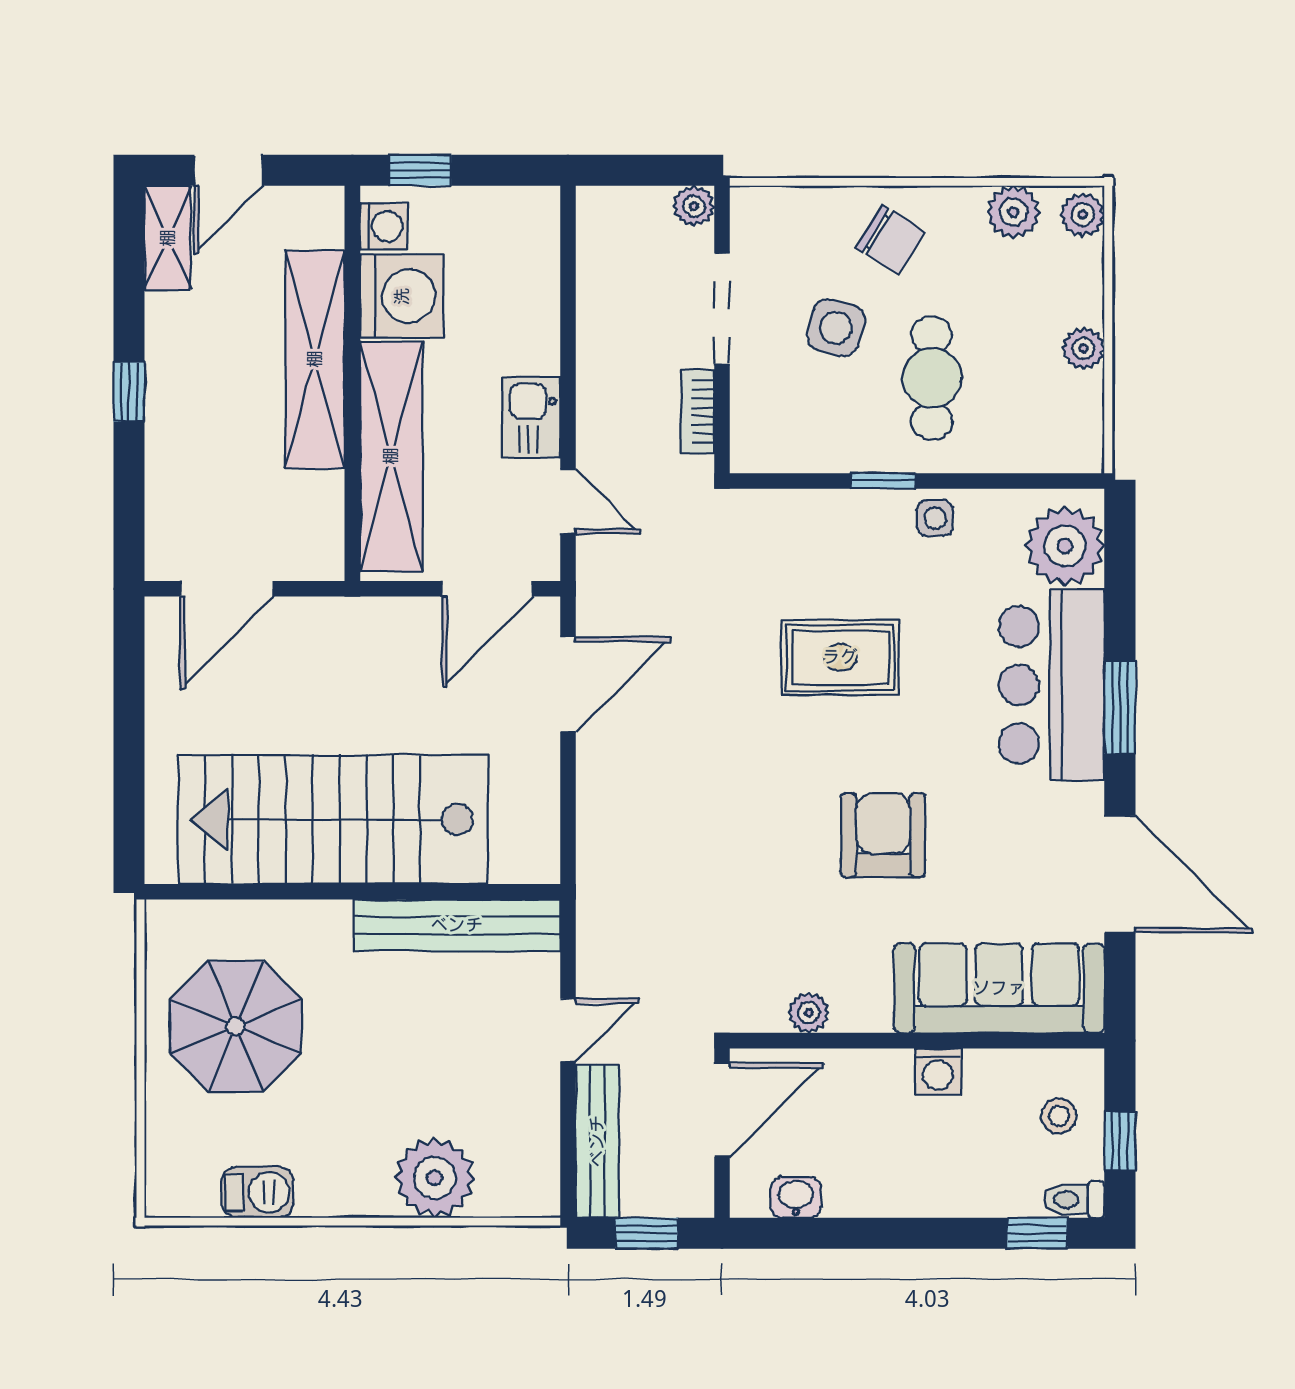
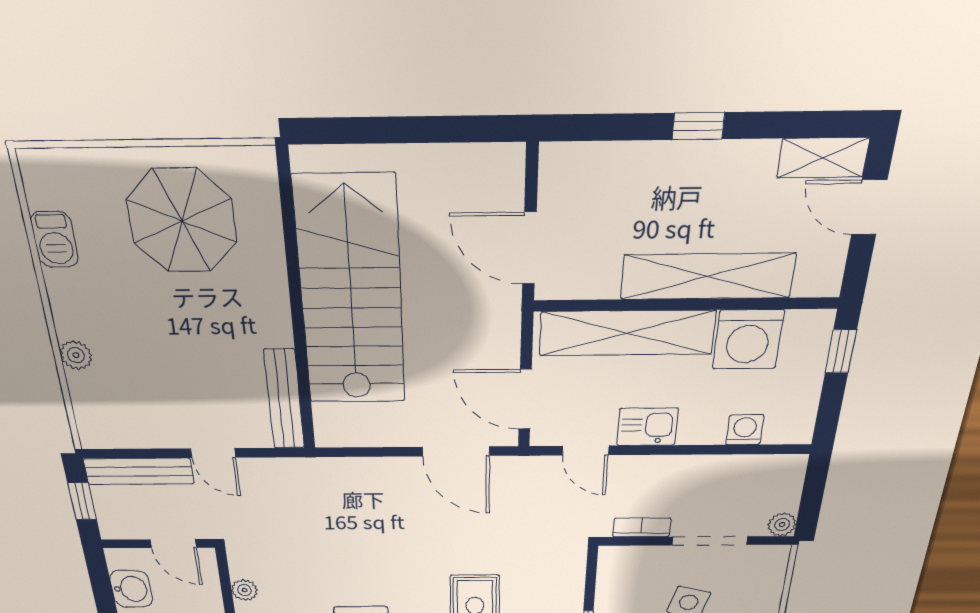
washing machine: (384, 226) -> (745, 430), moved, turned 180
door: (568, 501) -> (586, 451), hinge flipped
door: (227, 589) -> (529, 248), moved
bench: (457, 925) -> (284, 399), width x0.73, depth x0.82
door: (722, 1110) -> (173, 544), width x0.73
plant: (435, 1178) -> (76, 355), width x0.53, depth x0.53
washbasin: (796, 1197) -> (131, 589), width x1.38, depth x1.45

